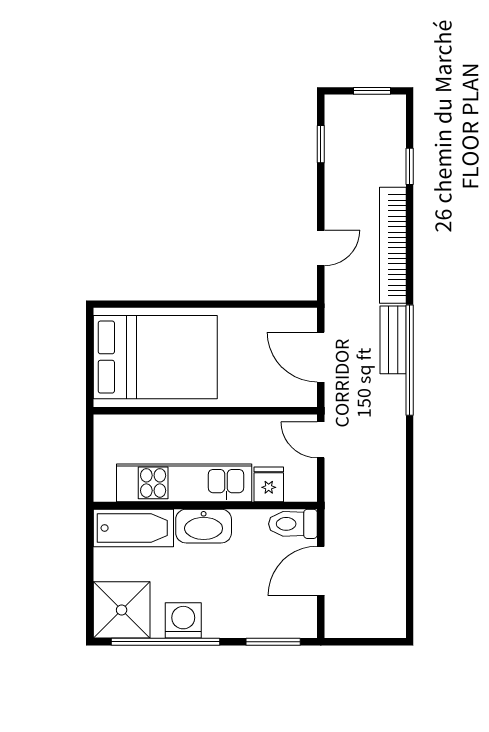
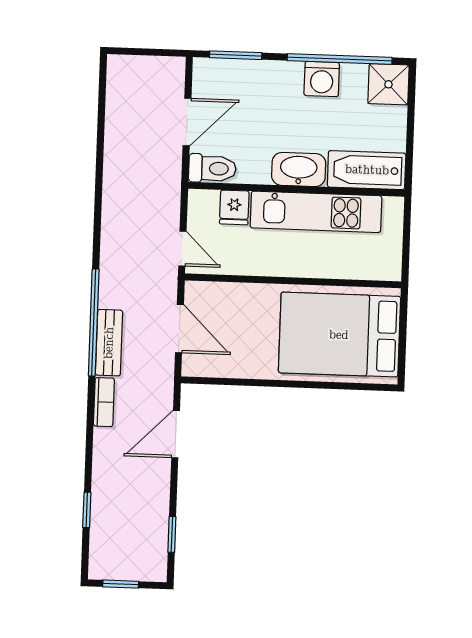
bookcase: (393, 245) -> (104, 402), width x0.43, depth x0.76
door: (321, 248) -> (176, 434), width x1.38
shower: (122, 610) -> (388, 84), width x0.73, depth x0.73

